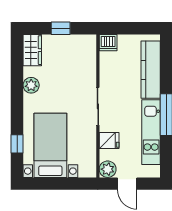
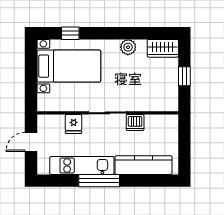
dishwasher: (108, 43) -> (135, 123), moved, turned -90
plant: (108, 169) -> (45, 123), removed

